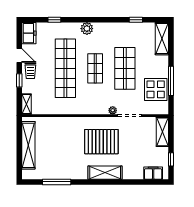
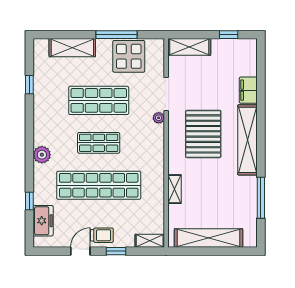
freezer: (29, 33) -> (43, 221), moved, turned 90
shelving: (162, 39) -> (72, 48), moved
shelving: (63, 121) -> (174, 189), added
shelving: (105, 173) -> (248, 140), width x1.47
filing cabinet: (153, 173) -> (248, 90), moved

